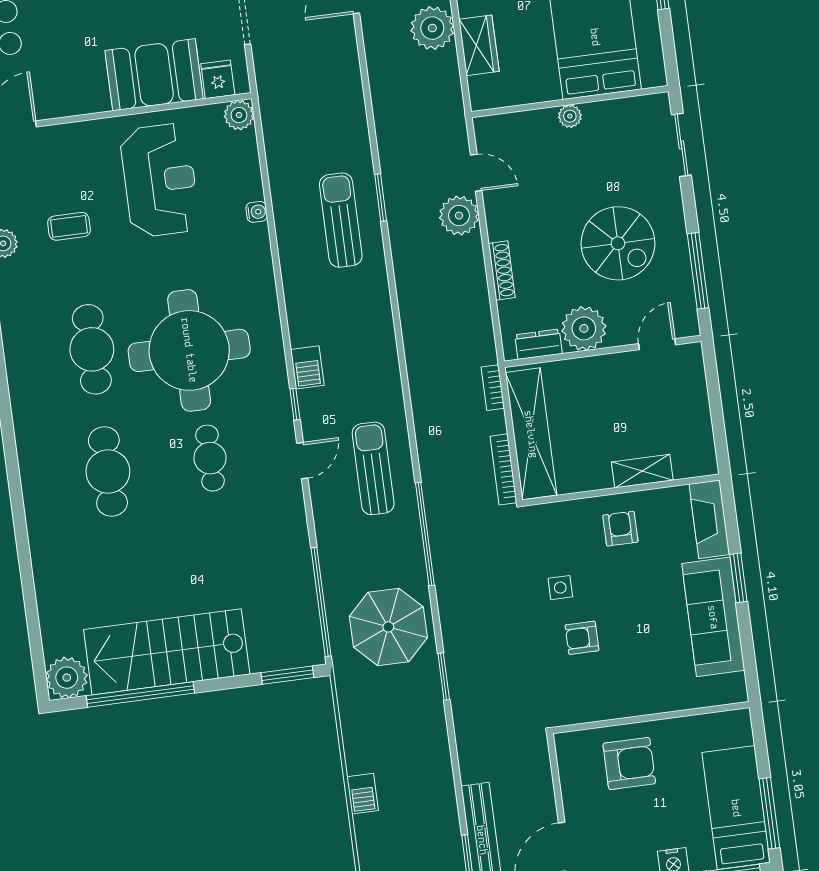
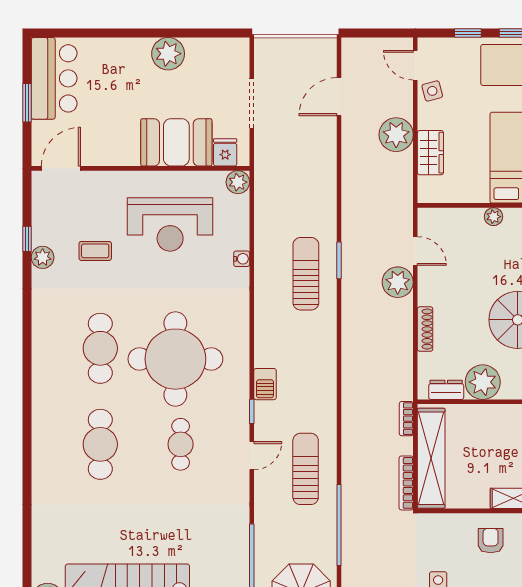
reception desk: (160, 180) -> (170, 224), turned 90

